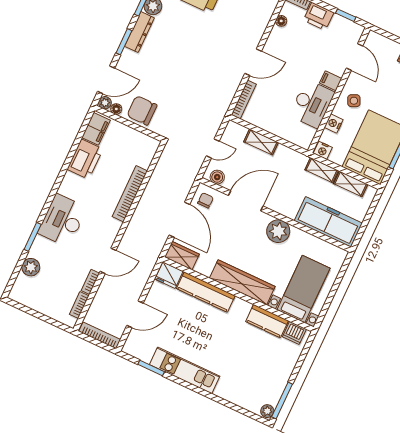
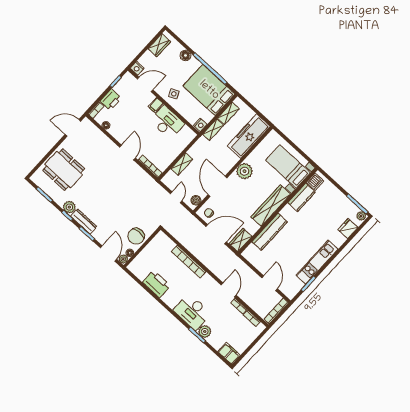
nightstand: (334, 123) -> (137, 68), moved
filing cabinet: (96, 129) -> (229, 353), moved
plant: (31, 267) -> (205, 332), moved
fridge: (169, 275) -> (348, 229), moved, turned 180

